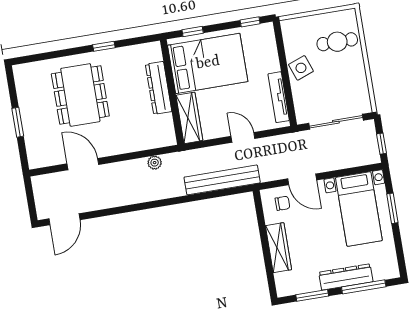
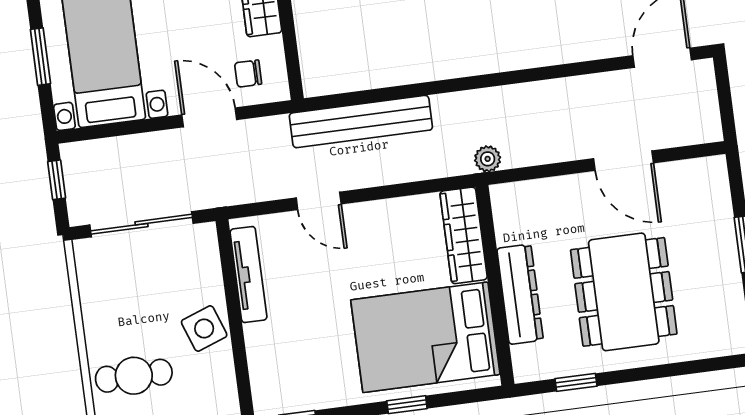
bed: (208, 63) -> (425, 337), moved
dresser: (159, 88) -> (520, 294), moved
wall: (172, 92) -> (495, 285), moved
wardrobe: (189, 118) -> (464, 235), moved

